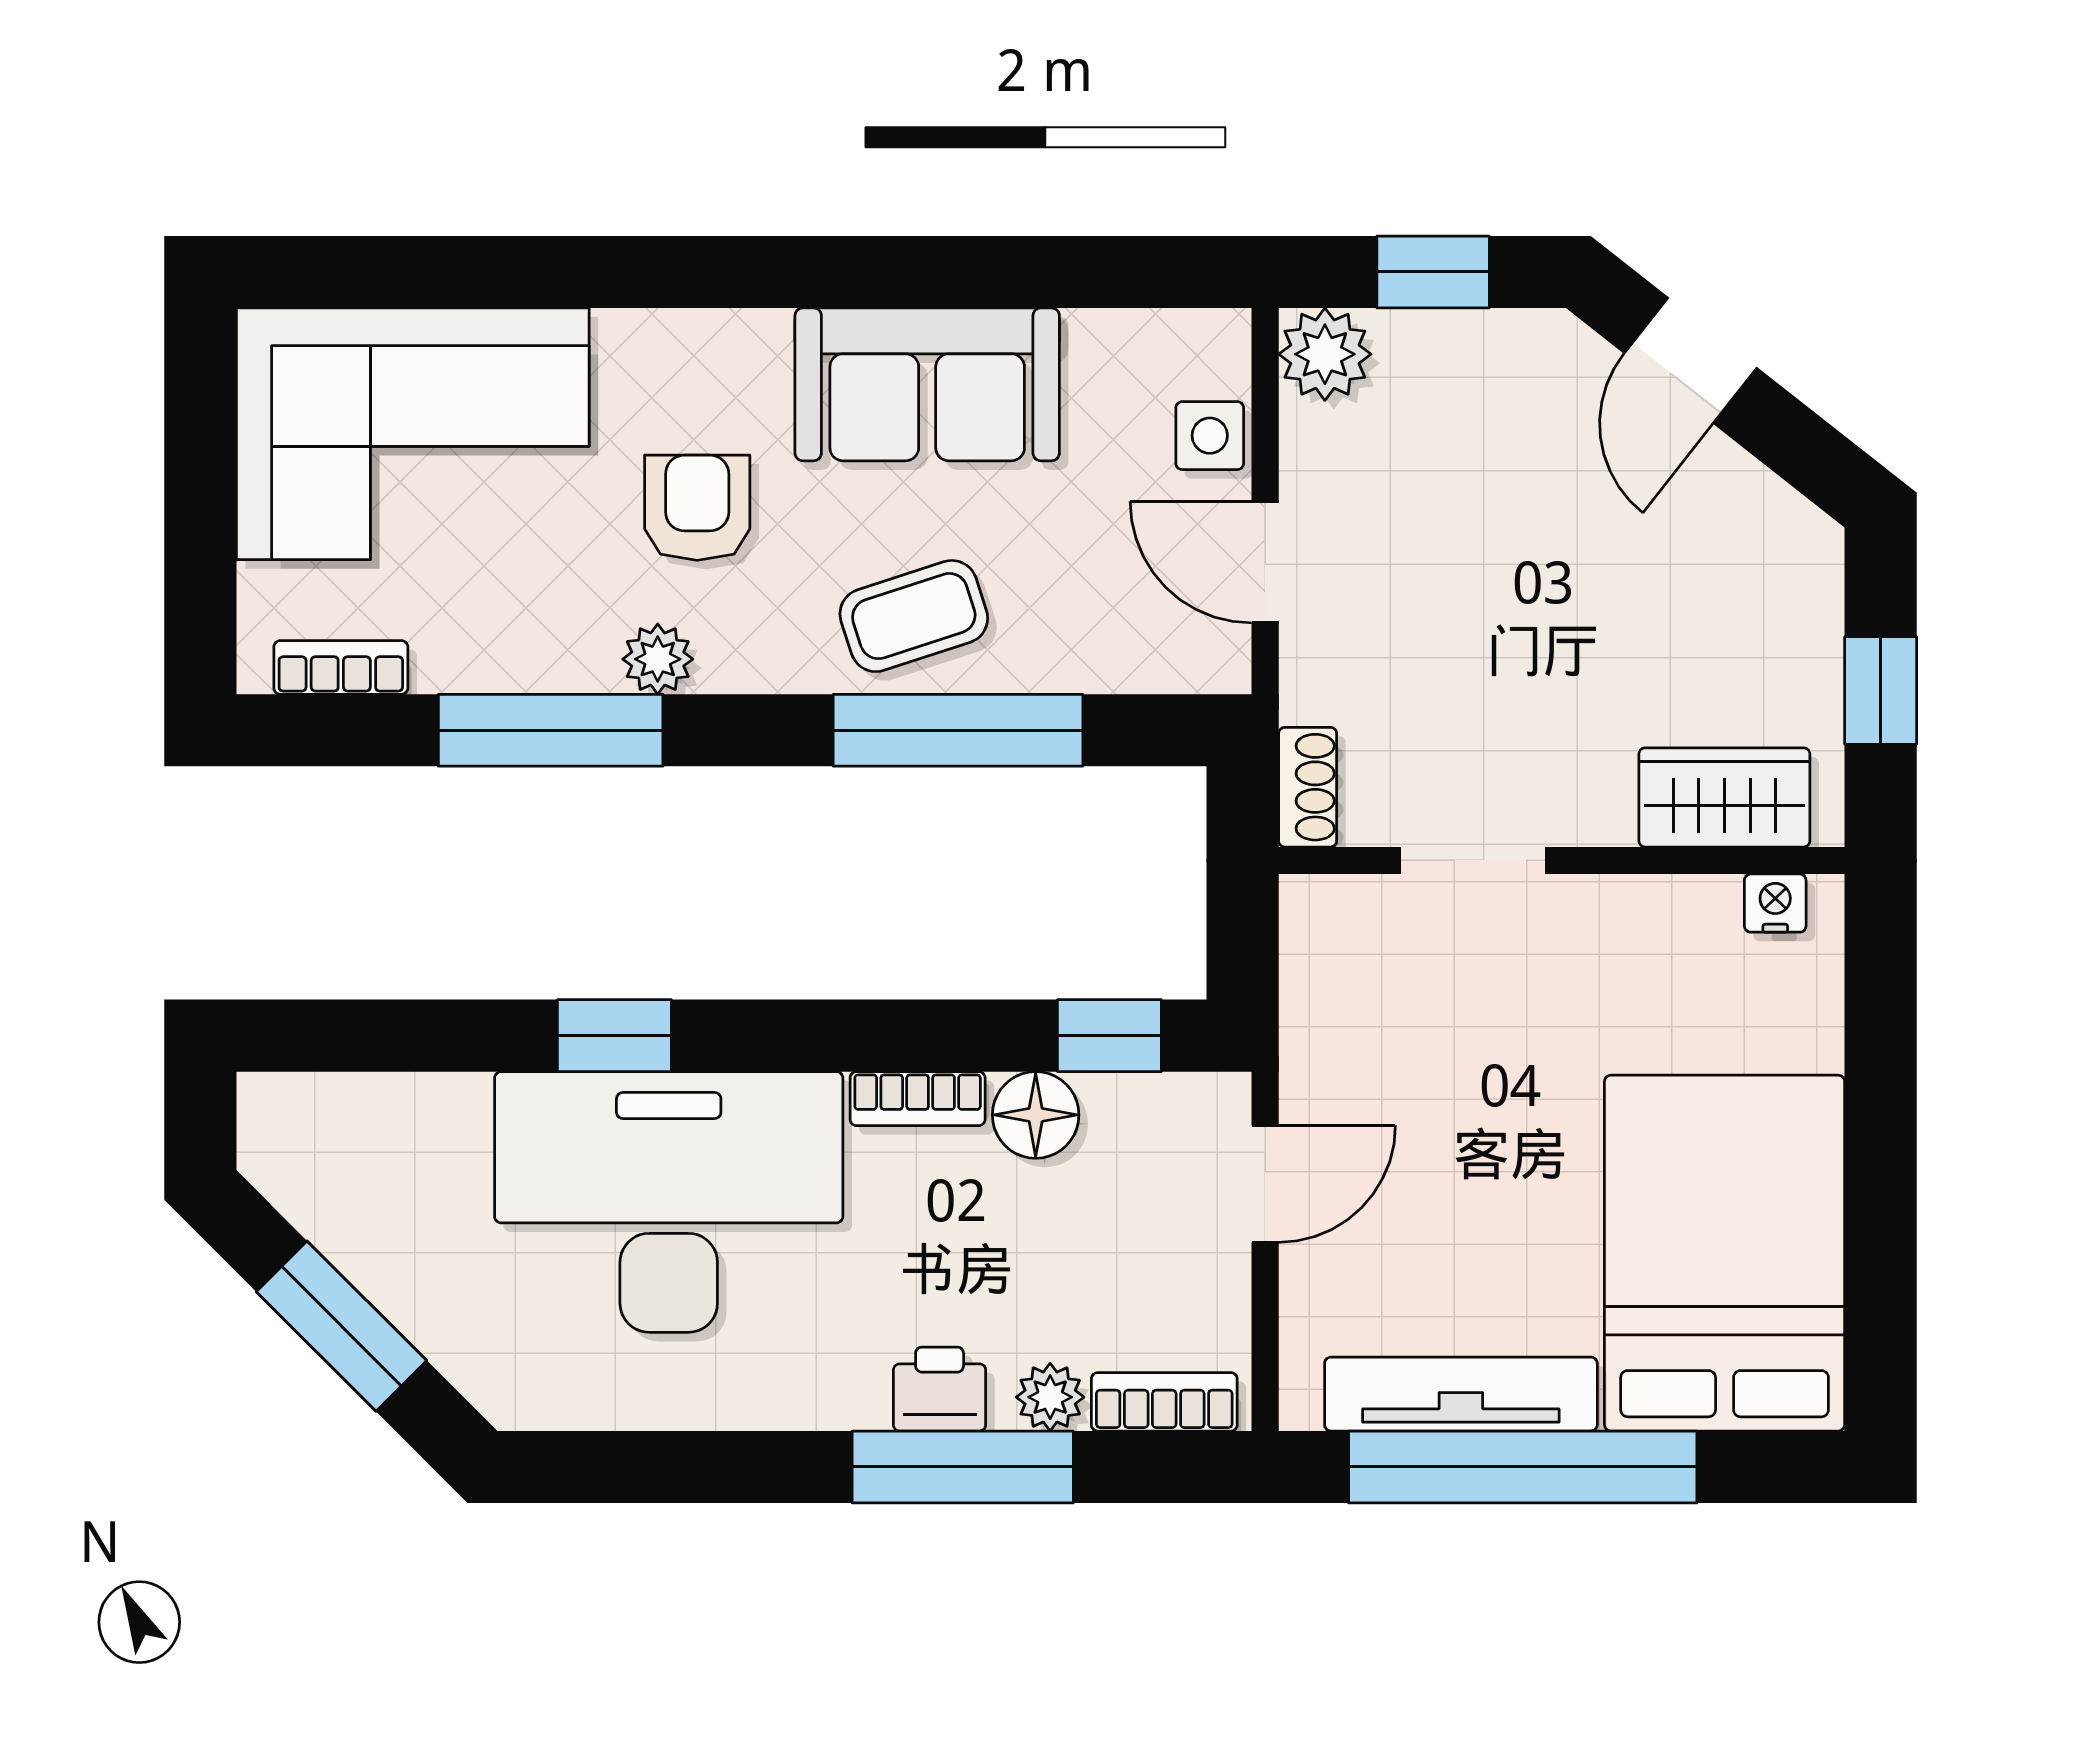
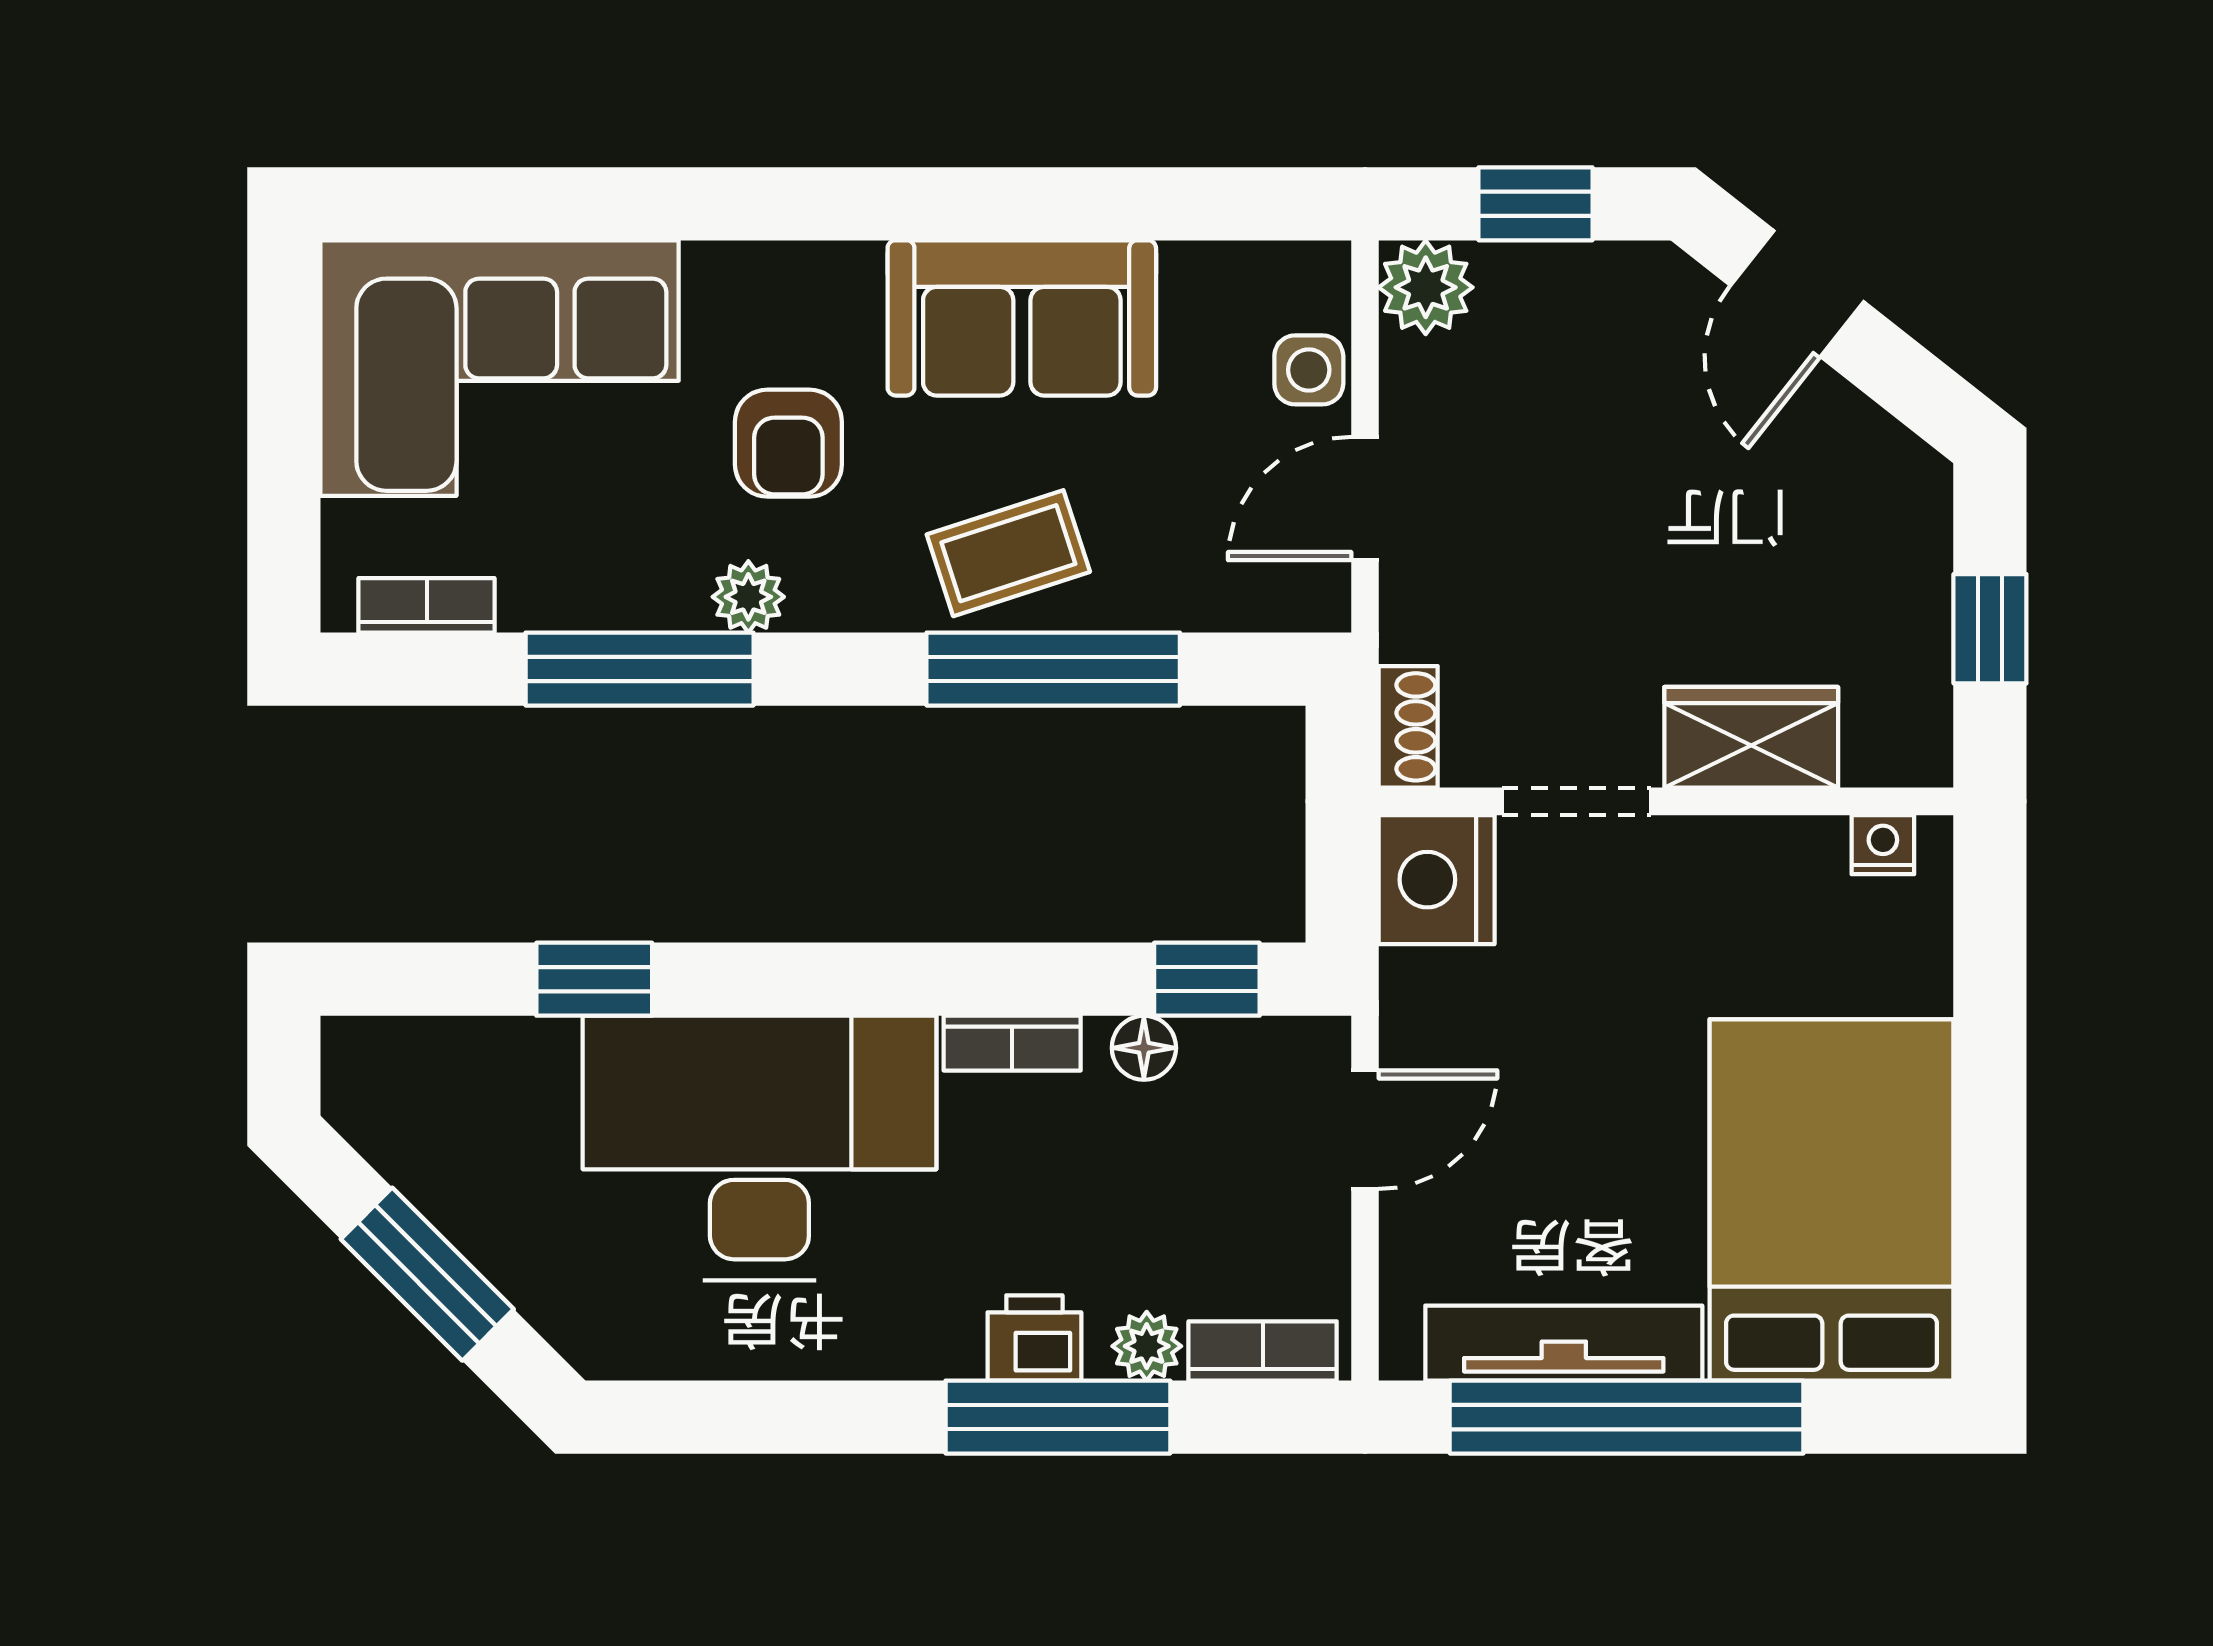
armchair: (697, 508) -> (788, 443), turned 180
door: (1265, 562) -> (1365, 498), hinge flipped
wardrobe: (1724, 797) -> (1751, 737), moved
nightstand: (1336, 938) -> (1437, 880), added
window: (614, 1036) -> (594, 979), moved
floor lamp: (1036, 1115) -> (1144, 1048), width x0.73, depth x0.73

